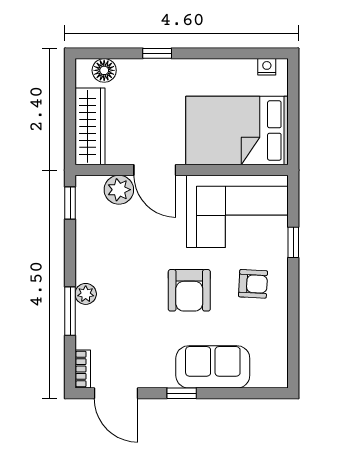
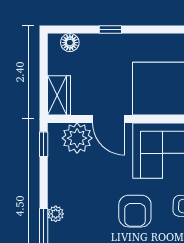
wardrobe: (90, 126) -> (59, 95), width x0.67
plant: (119, 190) -> (77, 138), width x1.36, depth x1.36

